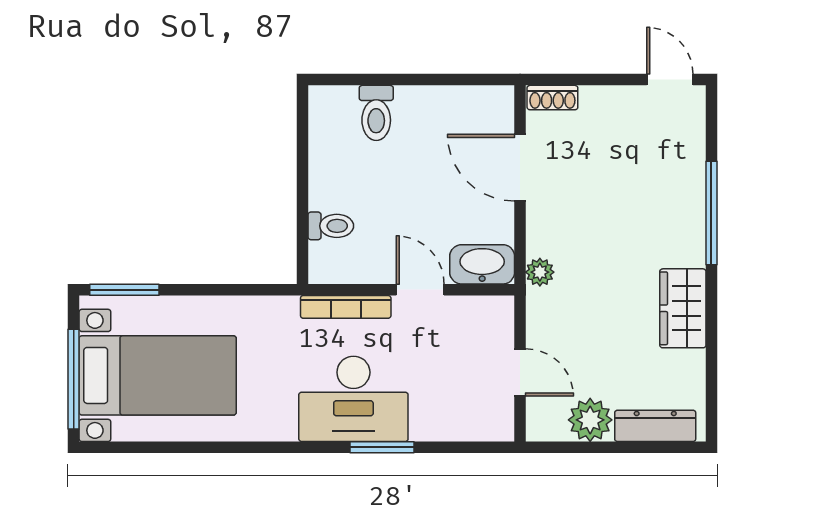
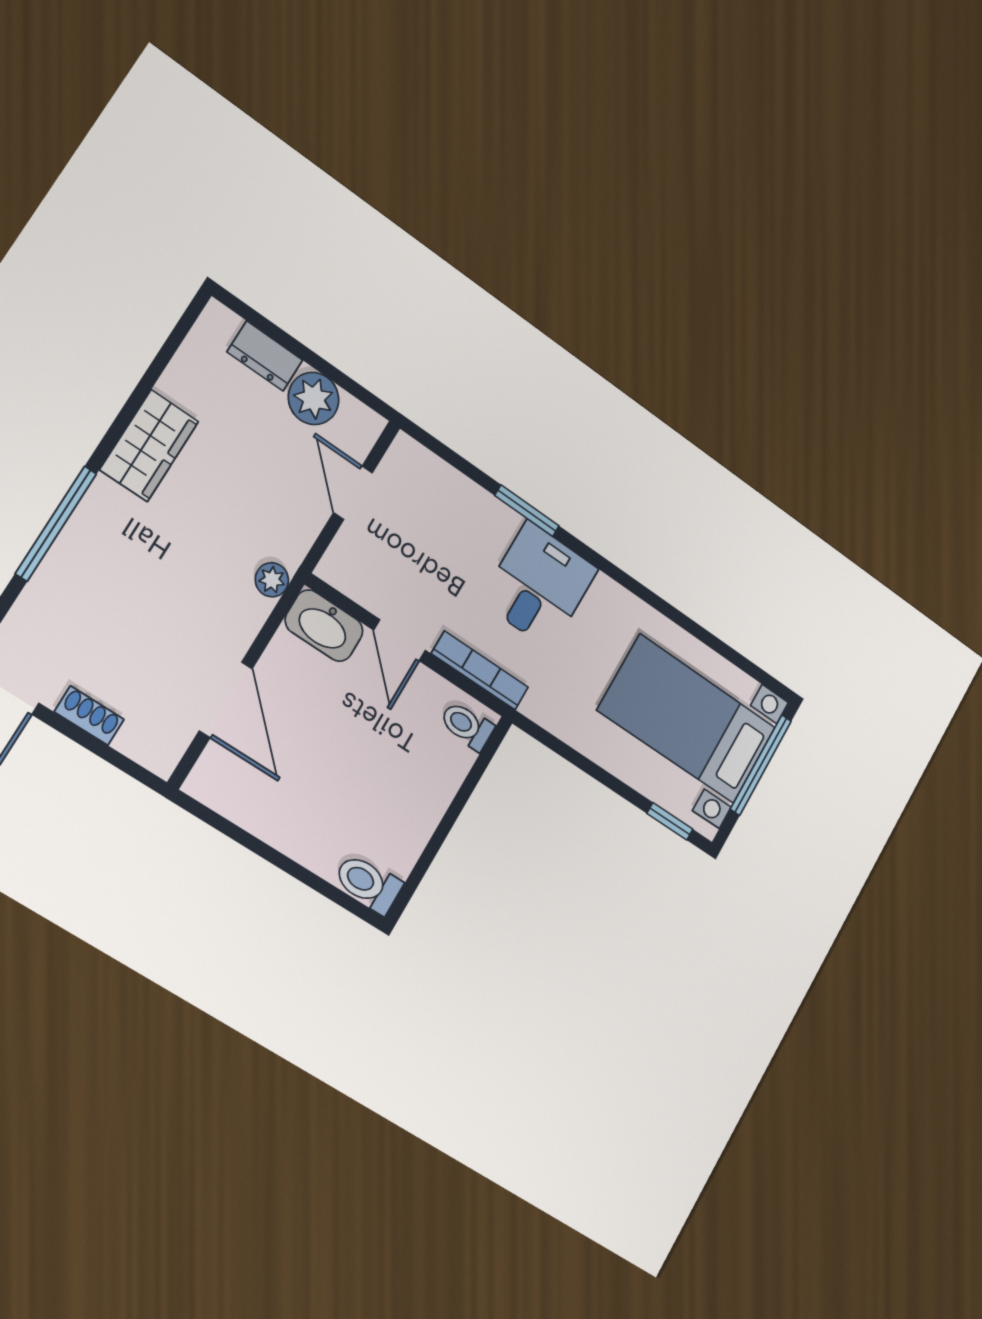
shoe rack: (552, 98) -> (89, 716), moved
toilet: (376, 113) -> (368, 883), moved, turned -90
toilet: (331, 226) -> (467, 726), moved
window: (124, 290) -> (670, 821), width x0.67
desk: (353, 399) -> (539, 585), width x0.73
dresser: (655, 426) -> (265, 356), width x0.70

